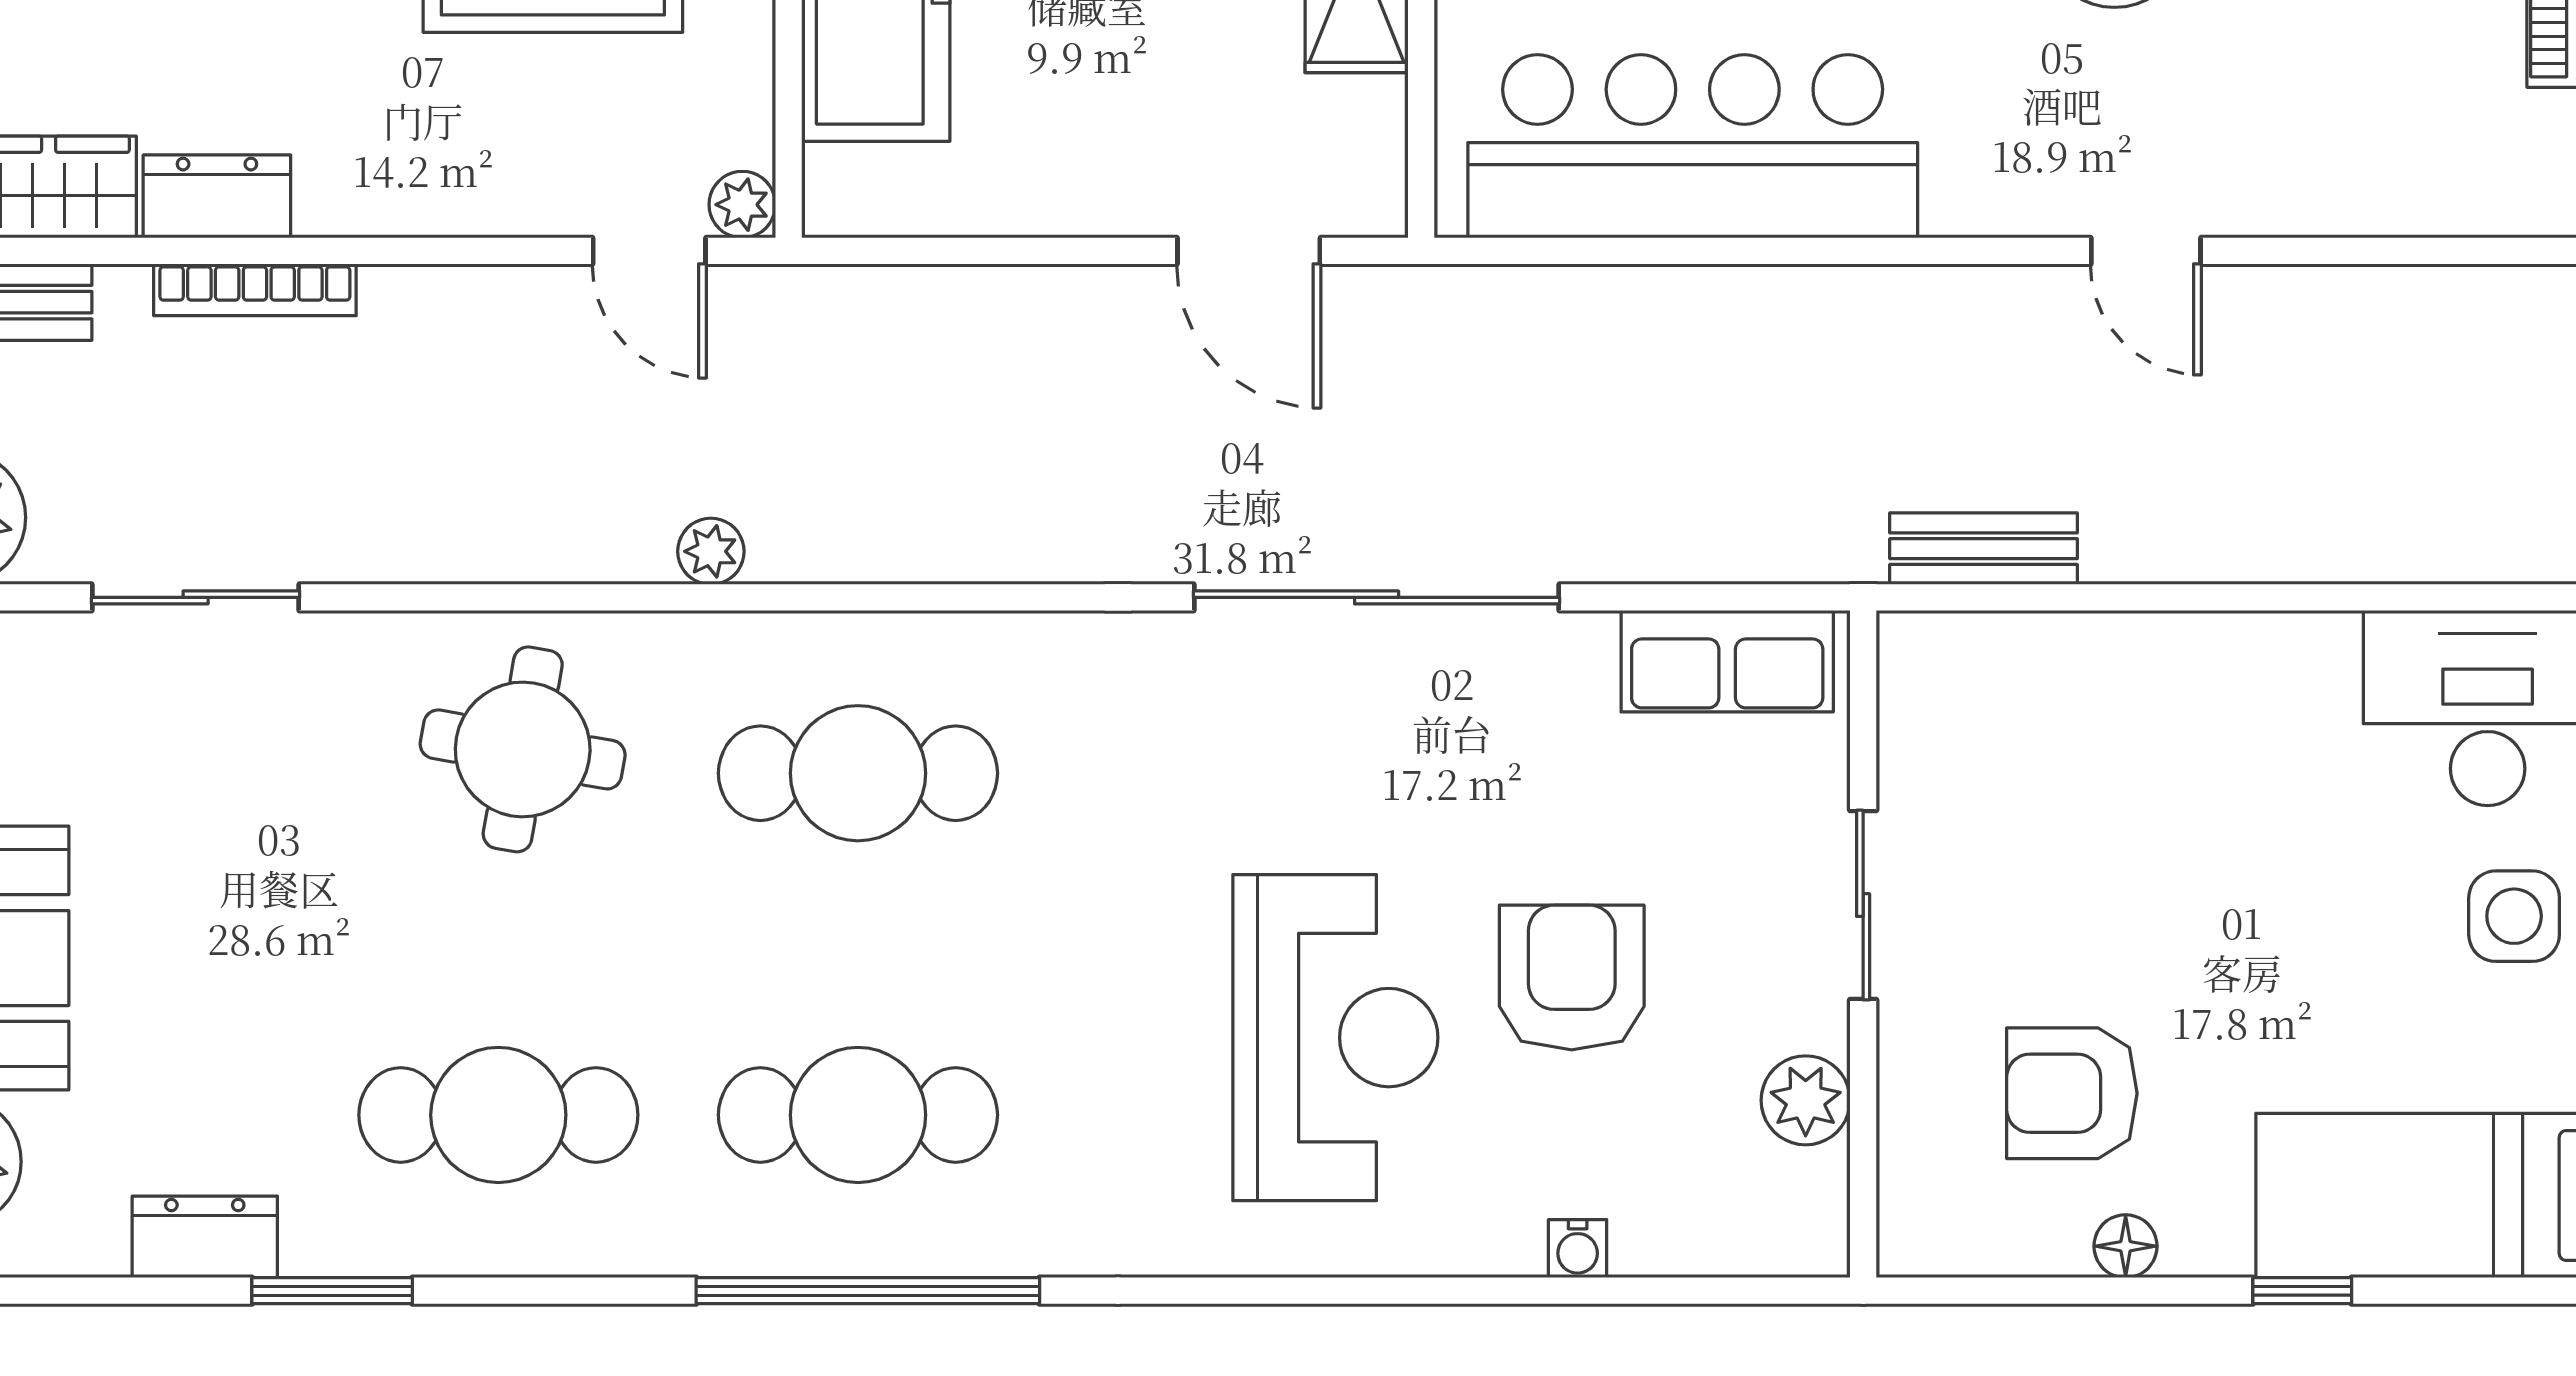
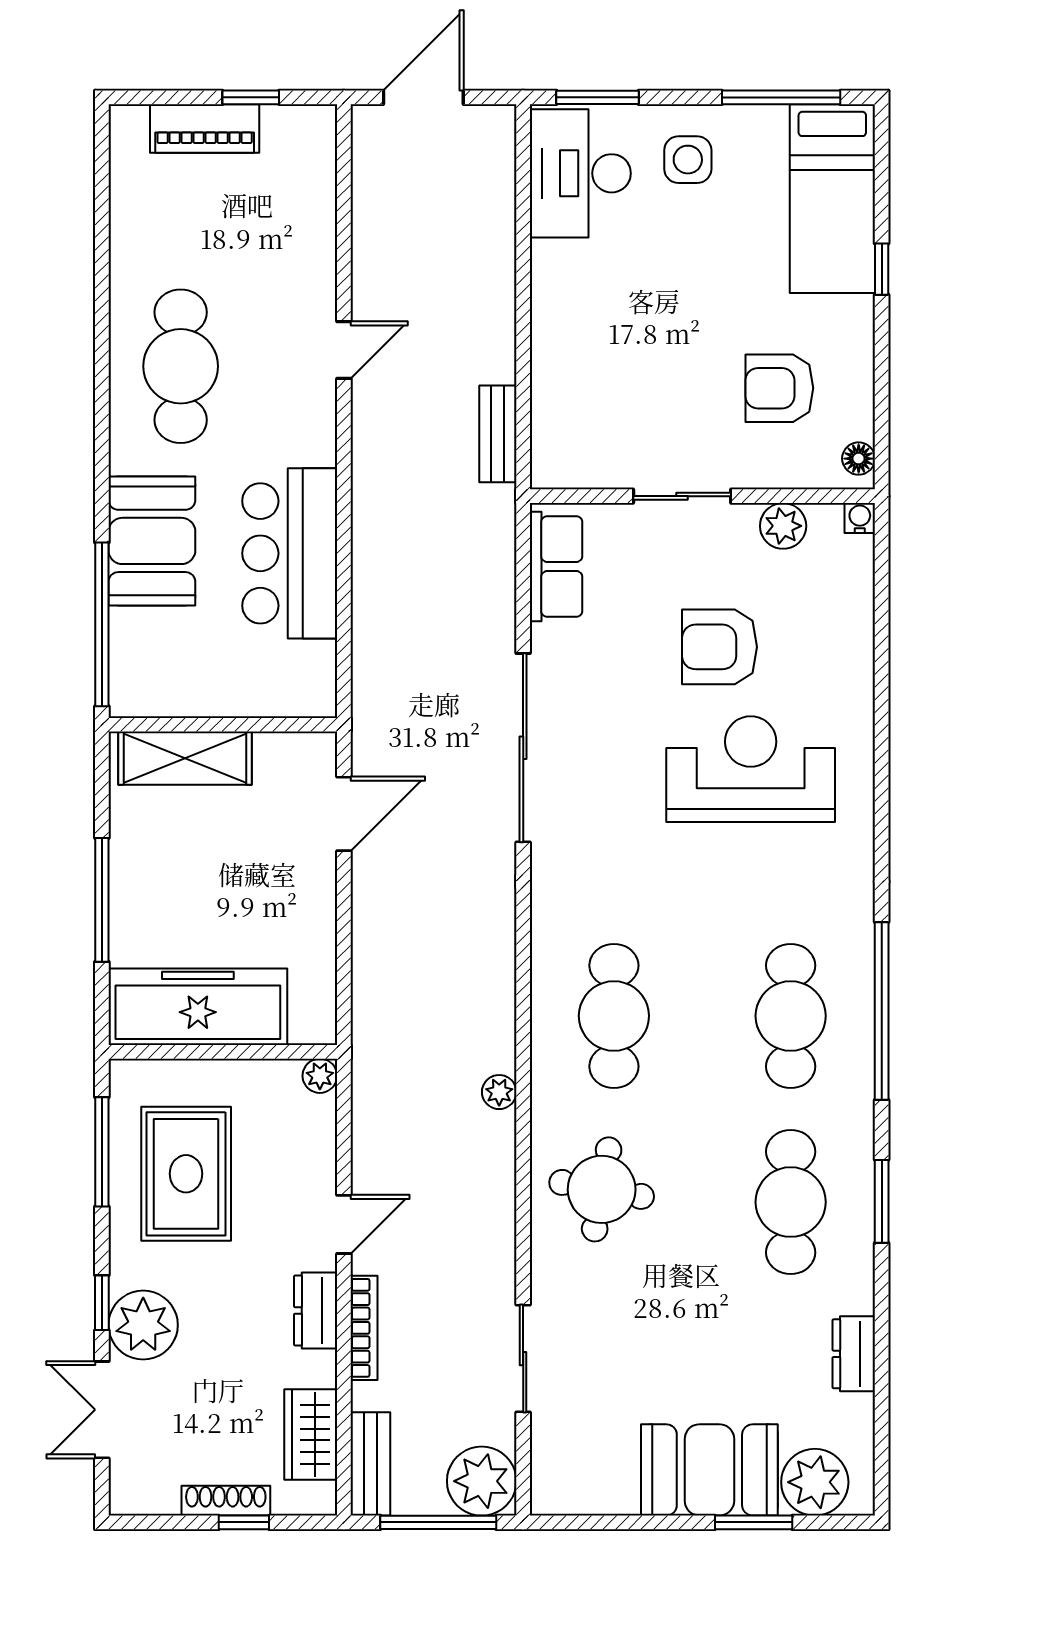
bar counter: (1693, 146) -> (290, 553), width x0.73
dresser: (217, 196) -> (316, 1310), moved
door: (649, 251) -> (344, 1224), moved
armchair: (2072, 1093) -> (779, 388), turned 90
floor lamp: (2126, 1246) -> (859, 459), moved
water cooler: (1578, 1249) -> (860, 518), moved, turned -90
window: (332, 1291) -> (882, 1201), moved

